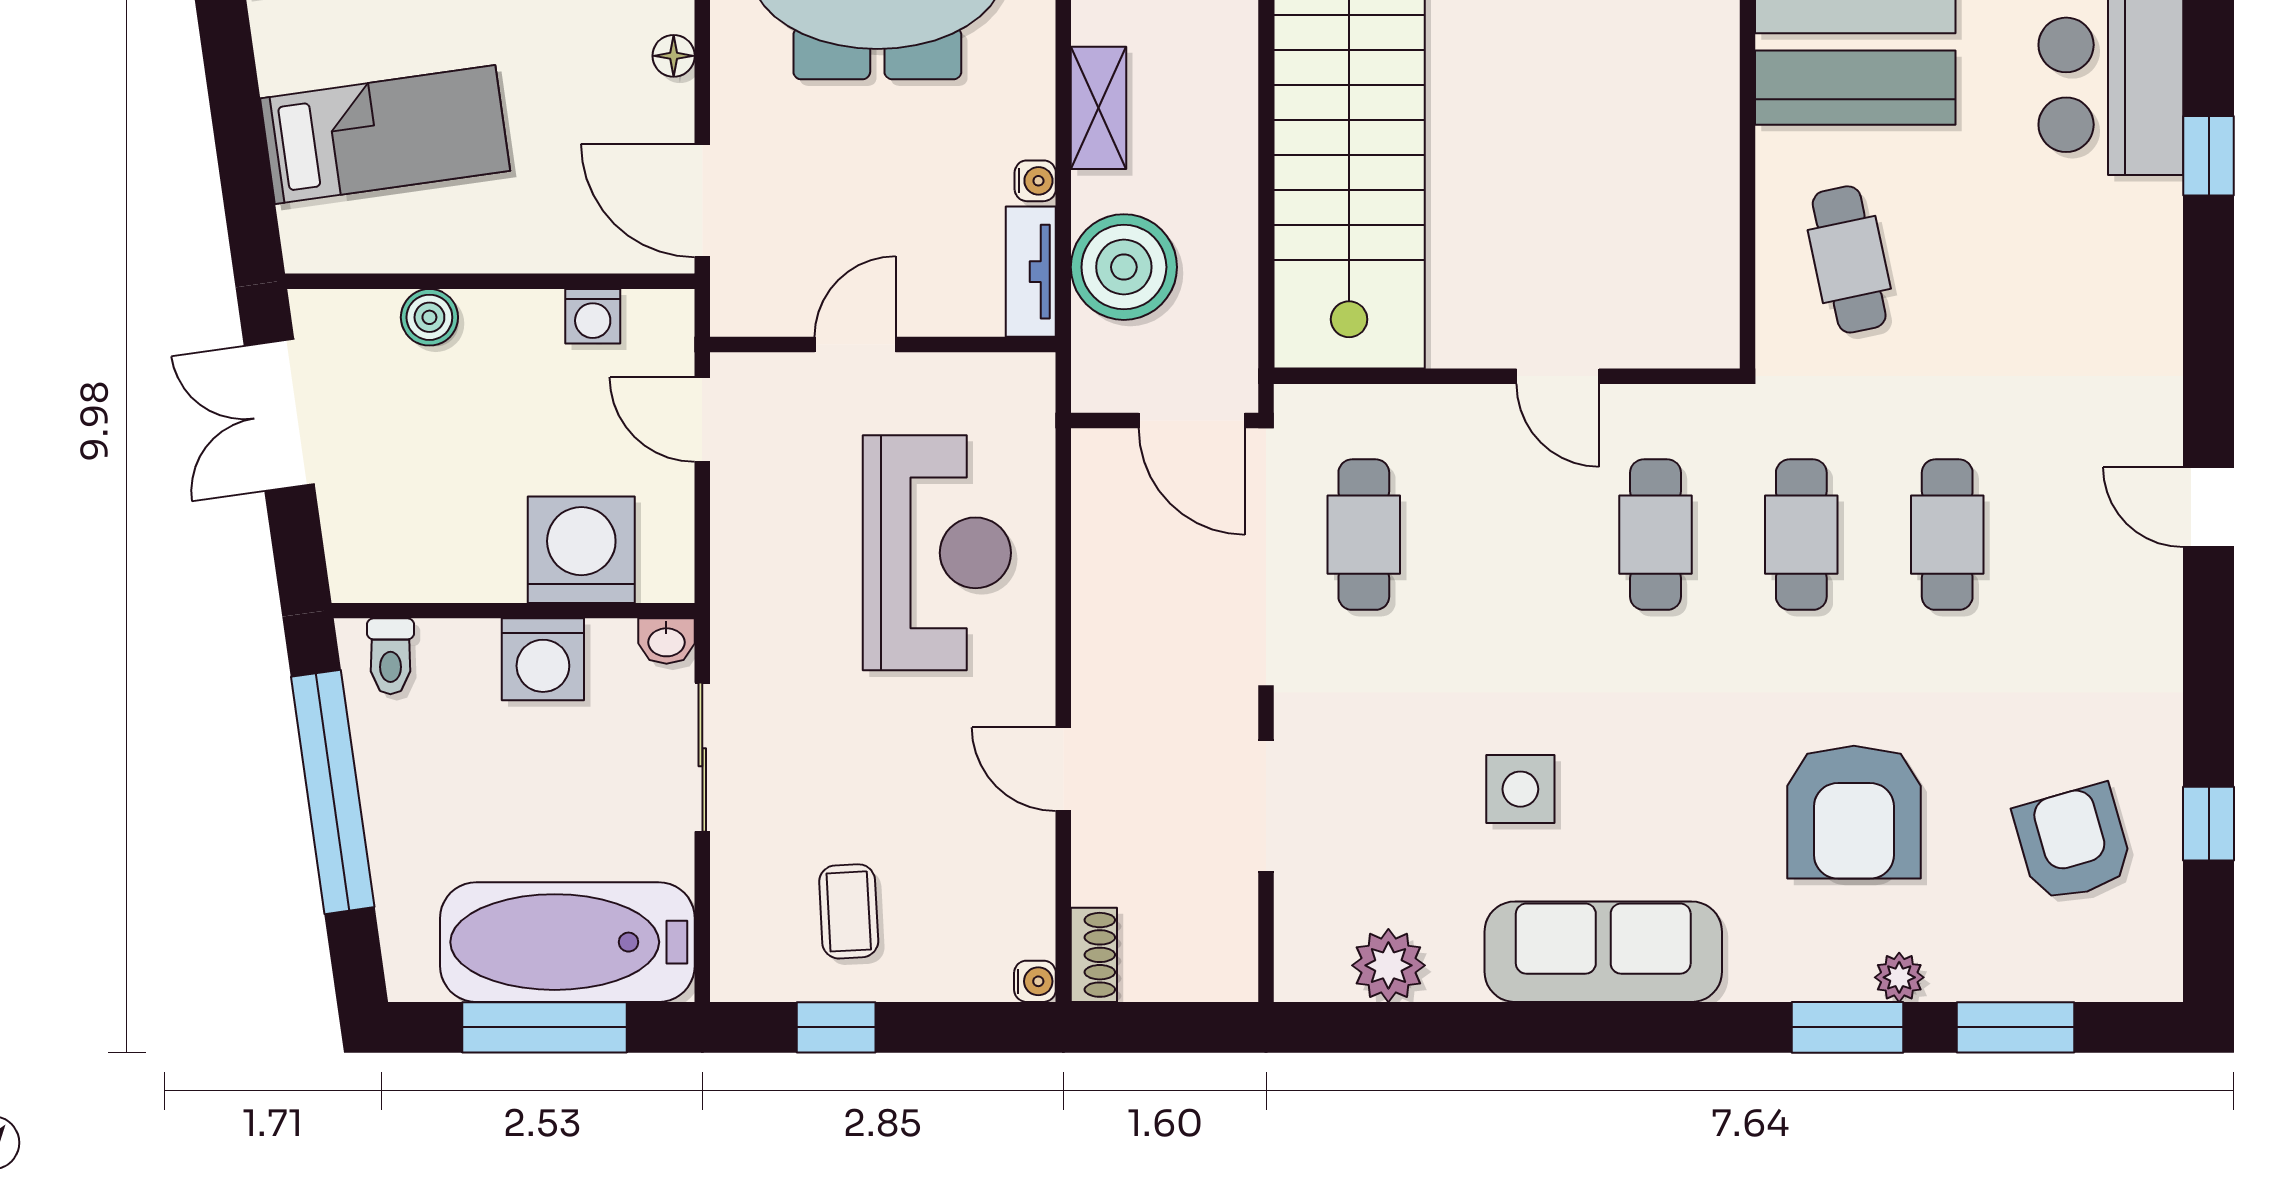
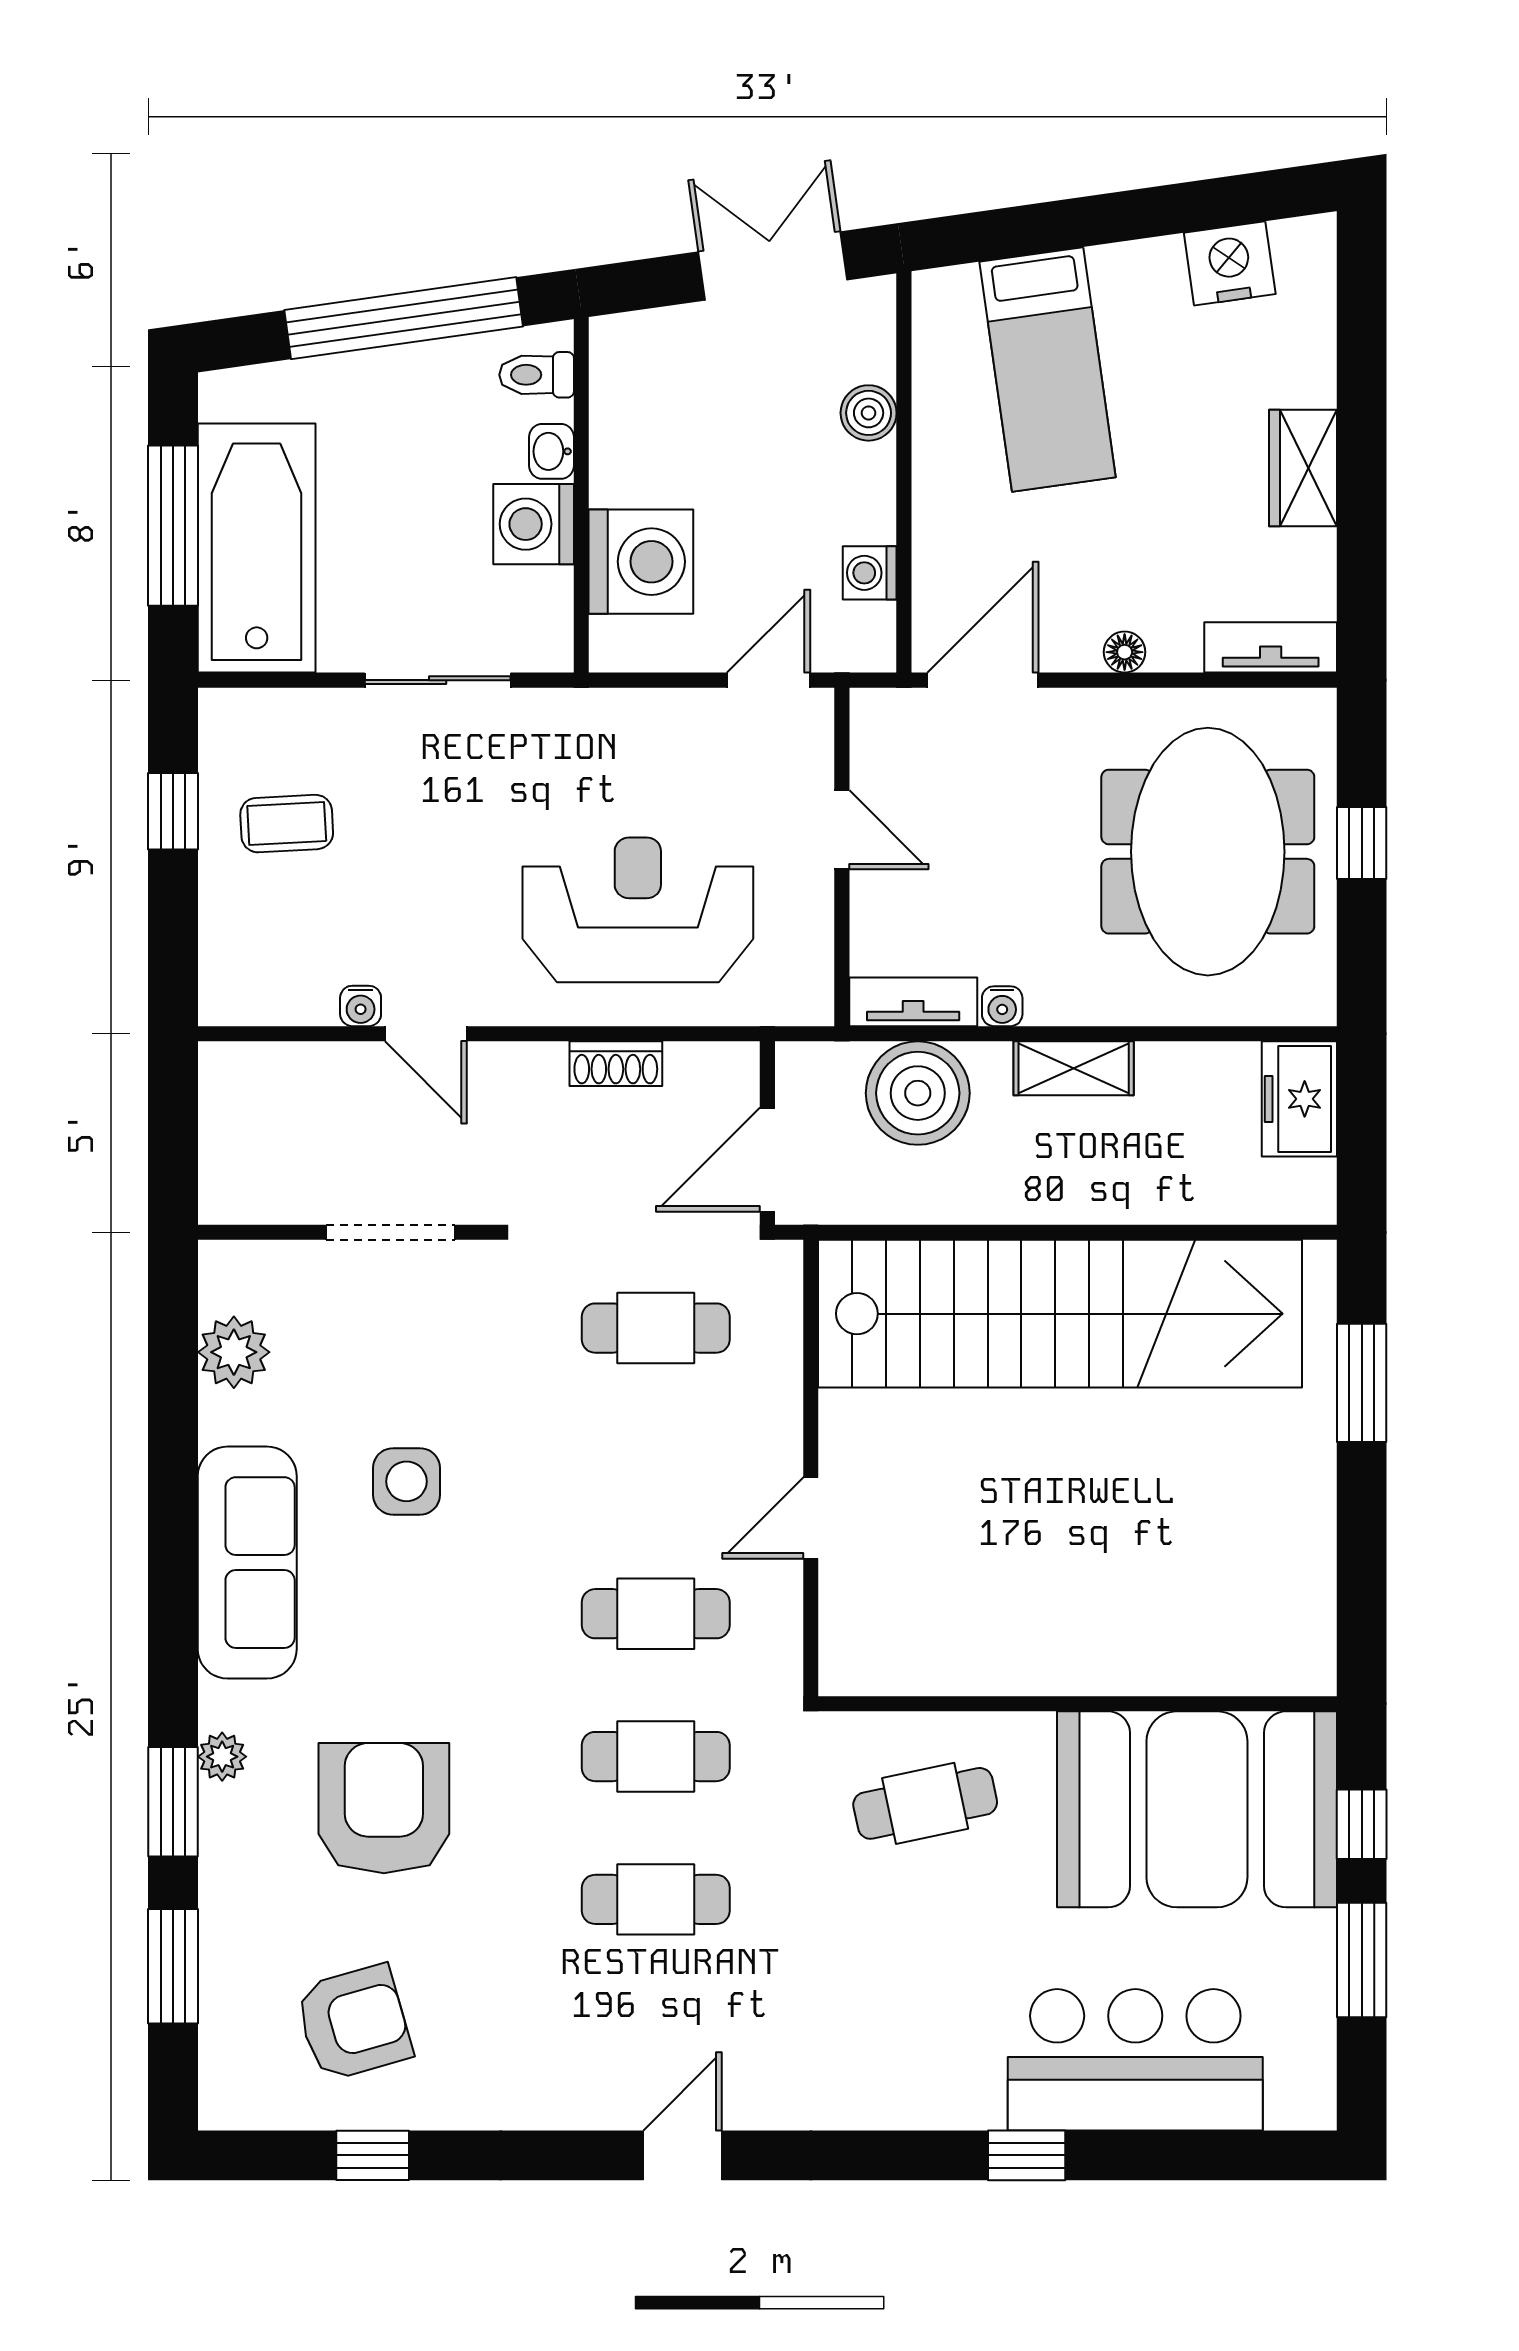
reception desk: (937, 553) -> (638, 910), turned 180
washbasin: (666, 641) -> (551, 451), moved
door: (1063, 769) -> (426, 1034), swing flipped
armchair: (1854, 812) -> (384, 1808), turned 90
shoe rack: (1094, 955) -> (616, 1064), moved
plant: (1899, 977) -> (222, 1757), moved
water cooler: (1035, 981) -> (361, 1006), moved

